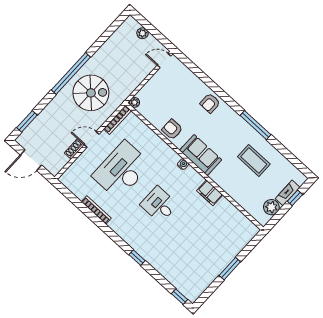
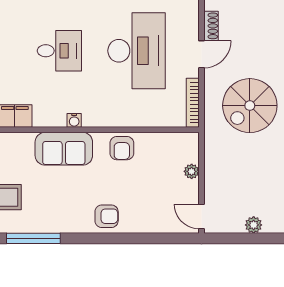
door: (164, 61) -> (201, 217), swing flipped
plant: (135, 102) -> (192, 171), moved
armchair: (210, 103) -> (107, 216), turned 90
armchair: (172, 129) -> (122, 148), turned 90

